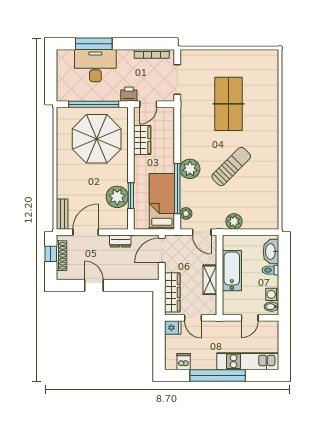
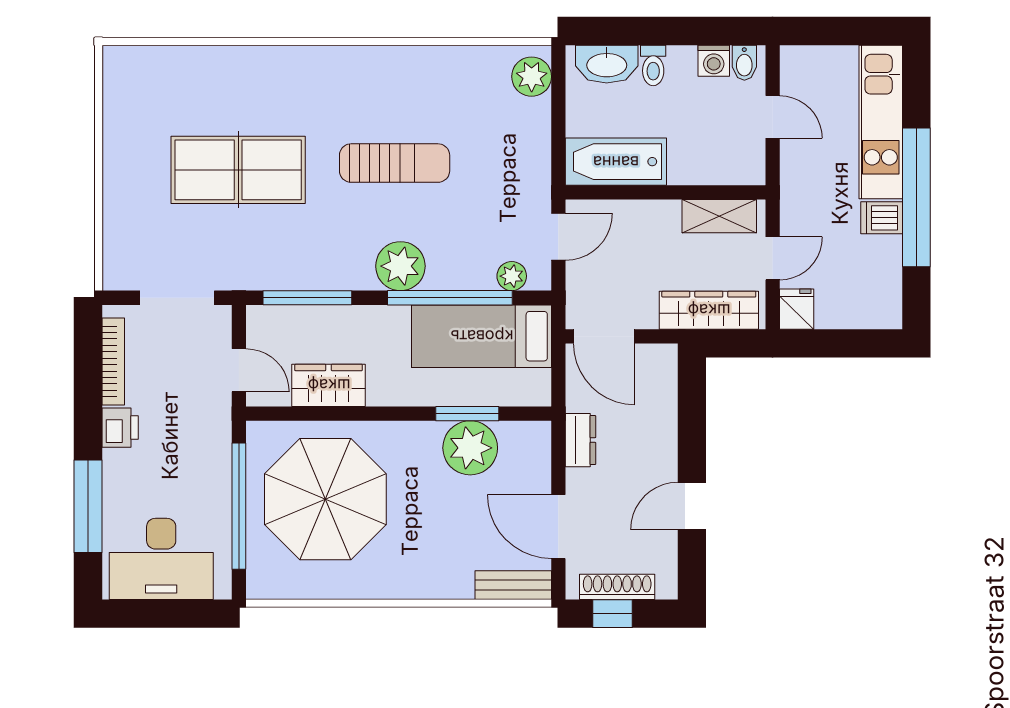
desk: (95, 66) -> (161, 559), moved, turned -90
printer: (129, 94) -> (120, 428), moved, turned 180
window: (177, 132) -> (307, 298), added
sun lounger: (231, 167) -> (395, 163), turned 135
plant: (234, 221) -> (532, 77), moved
bathtub: (232, 271) -> (616, 162), moved
shelving: (210, 280) -> (719, 216), moved
dishwasher: (184, 362) -> (882, 218), moved

